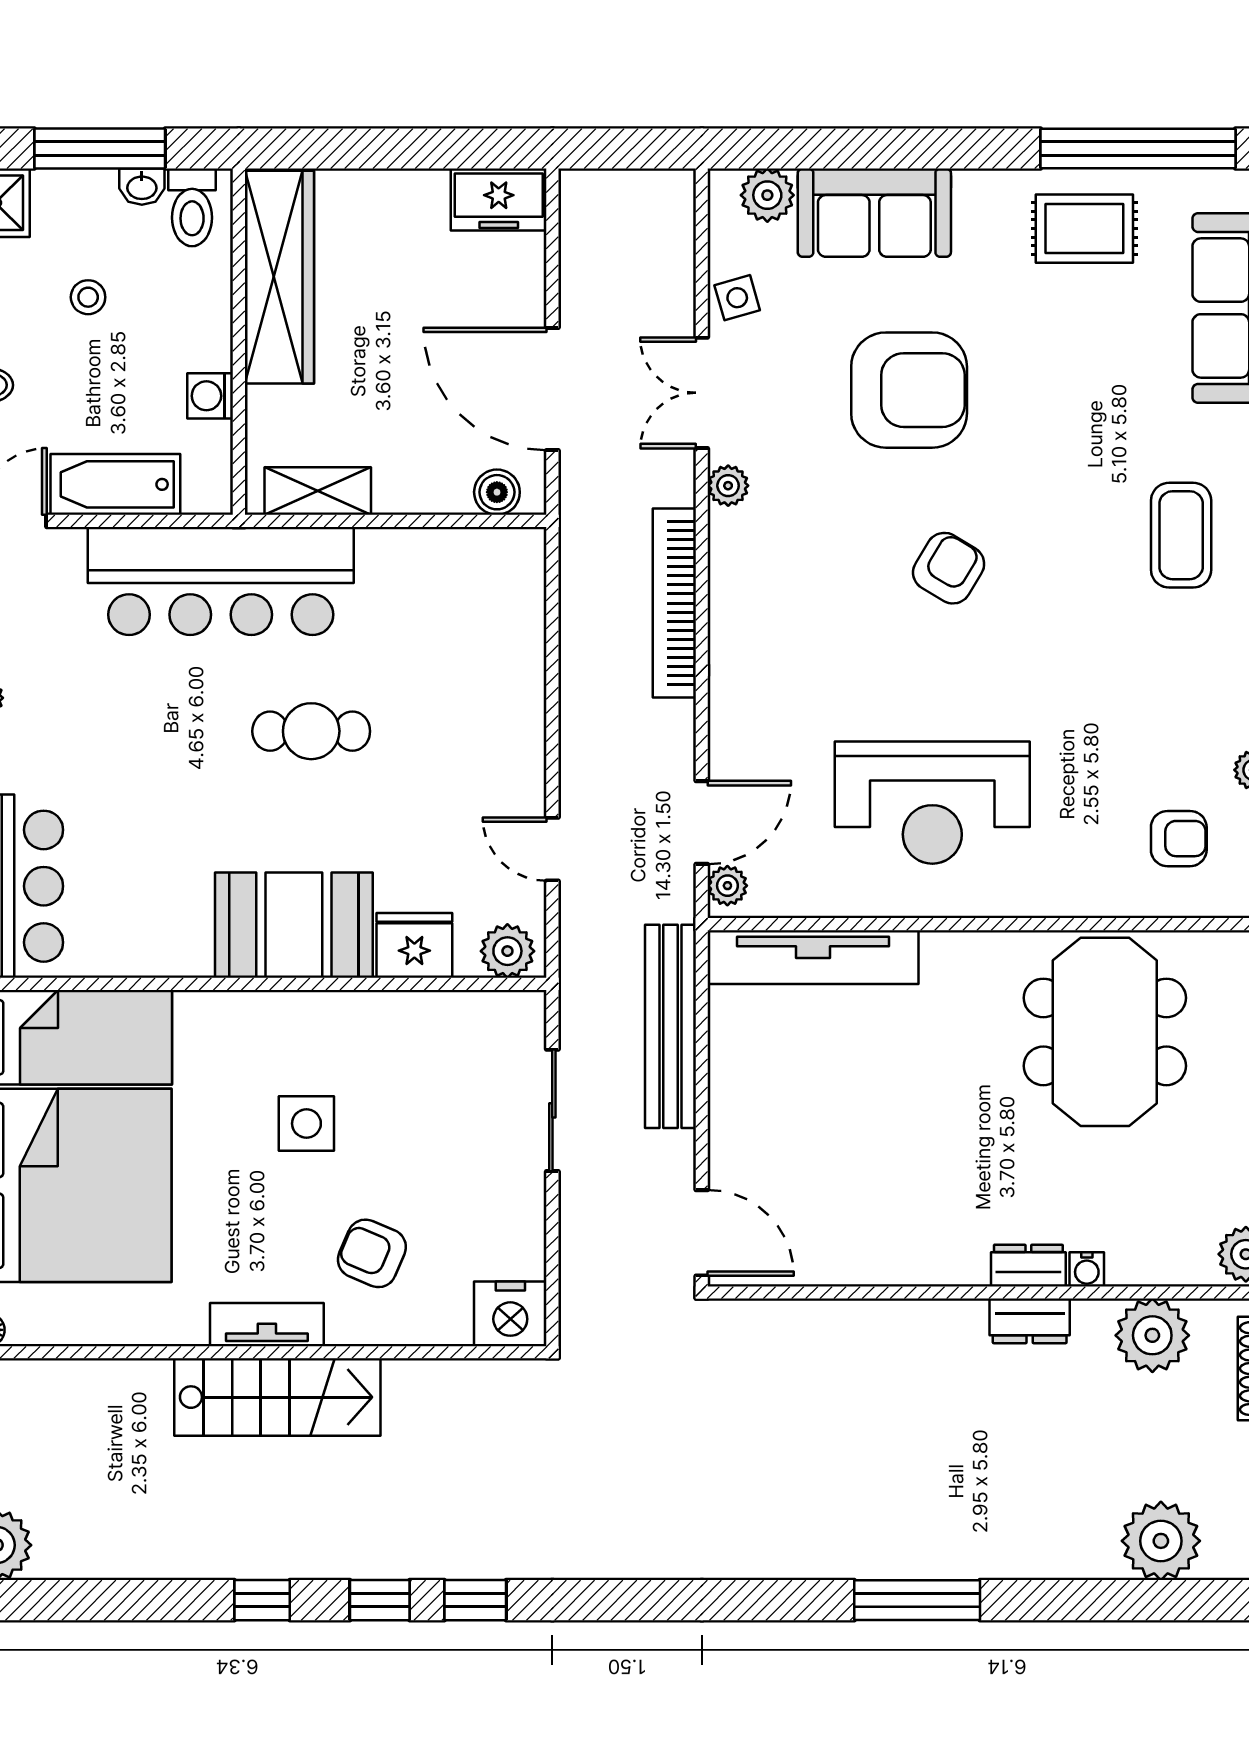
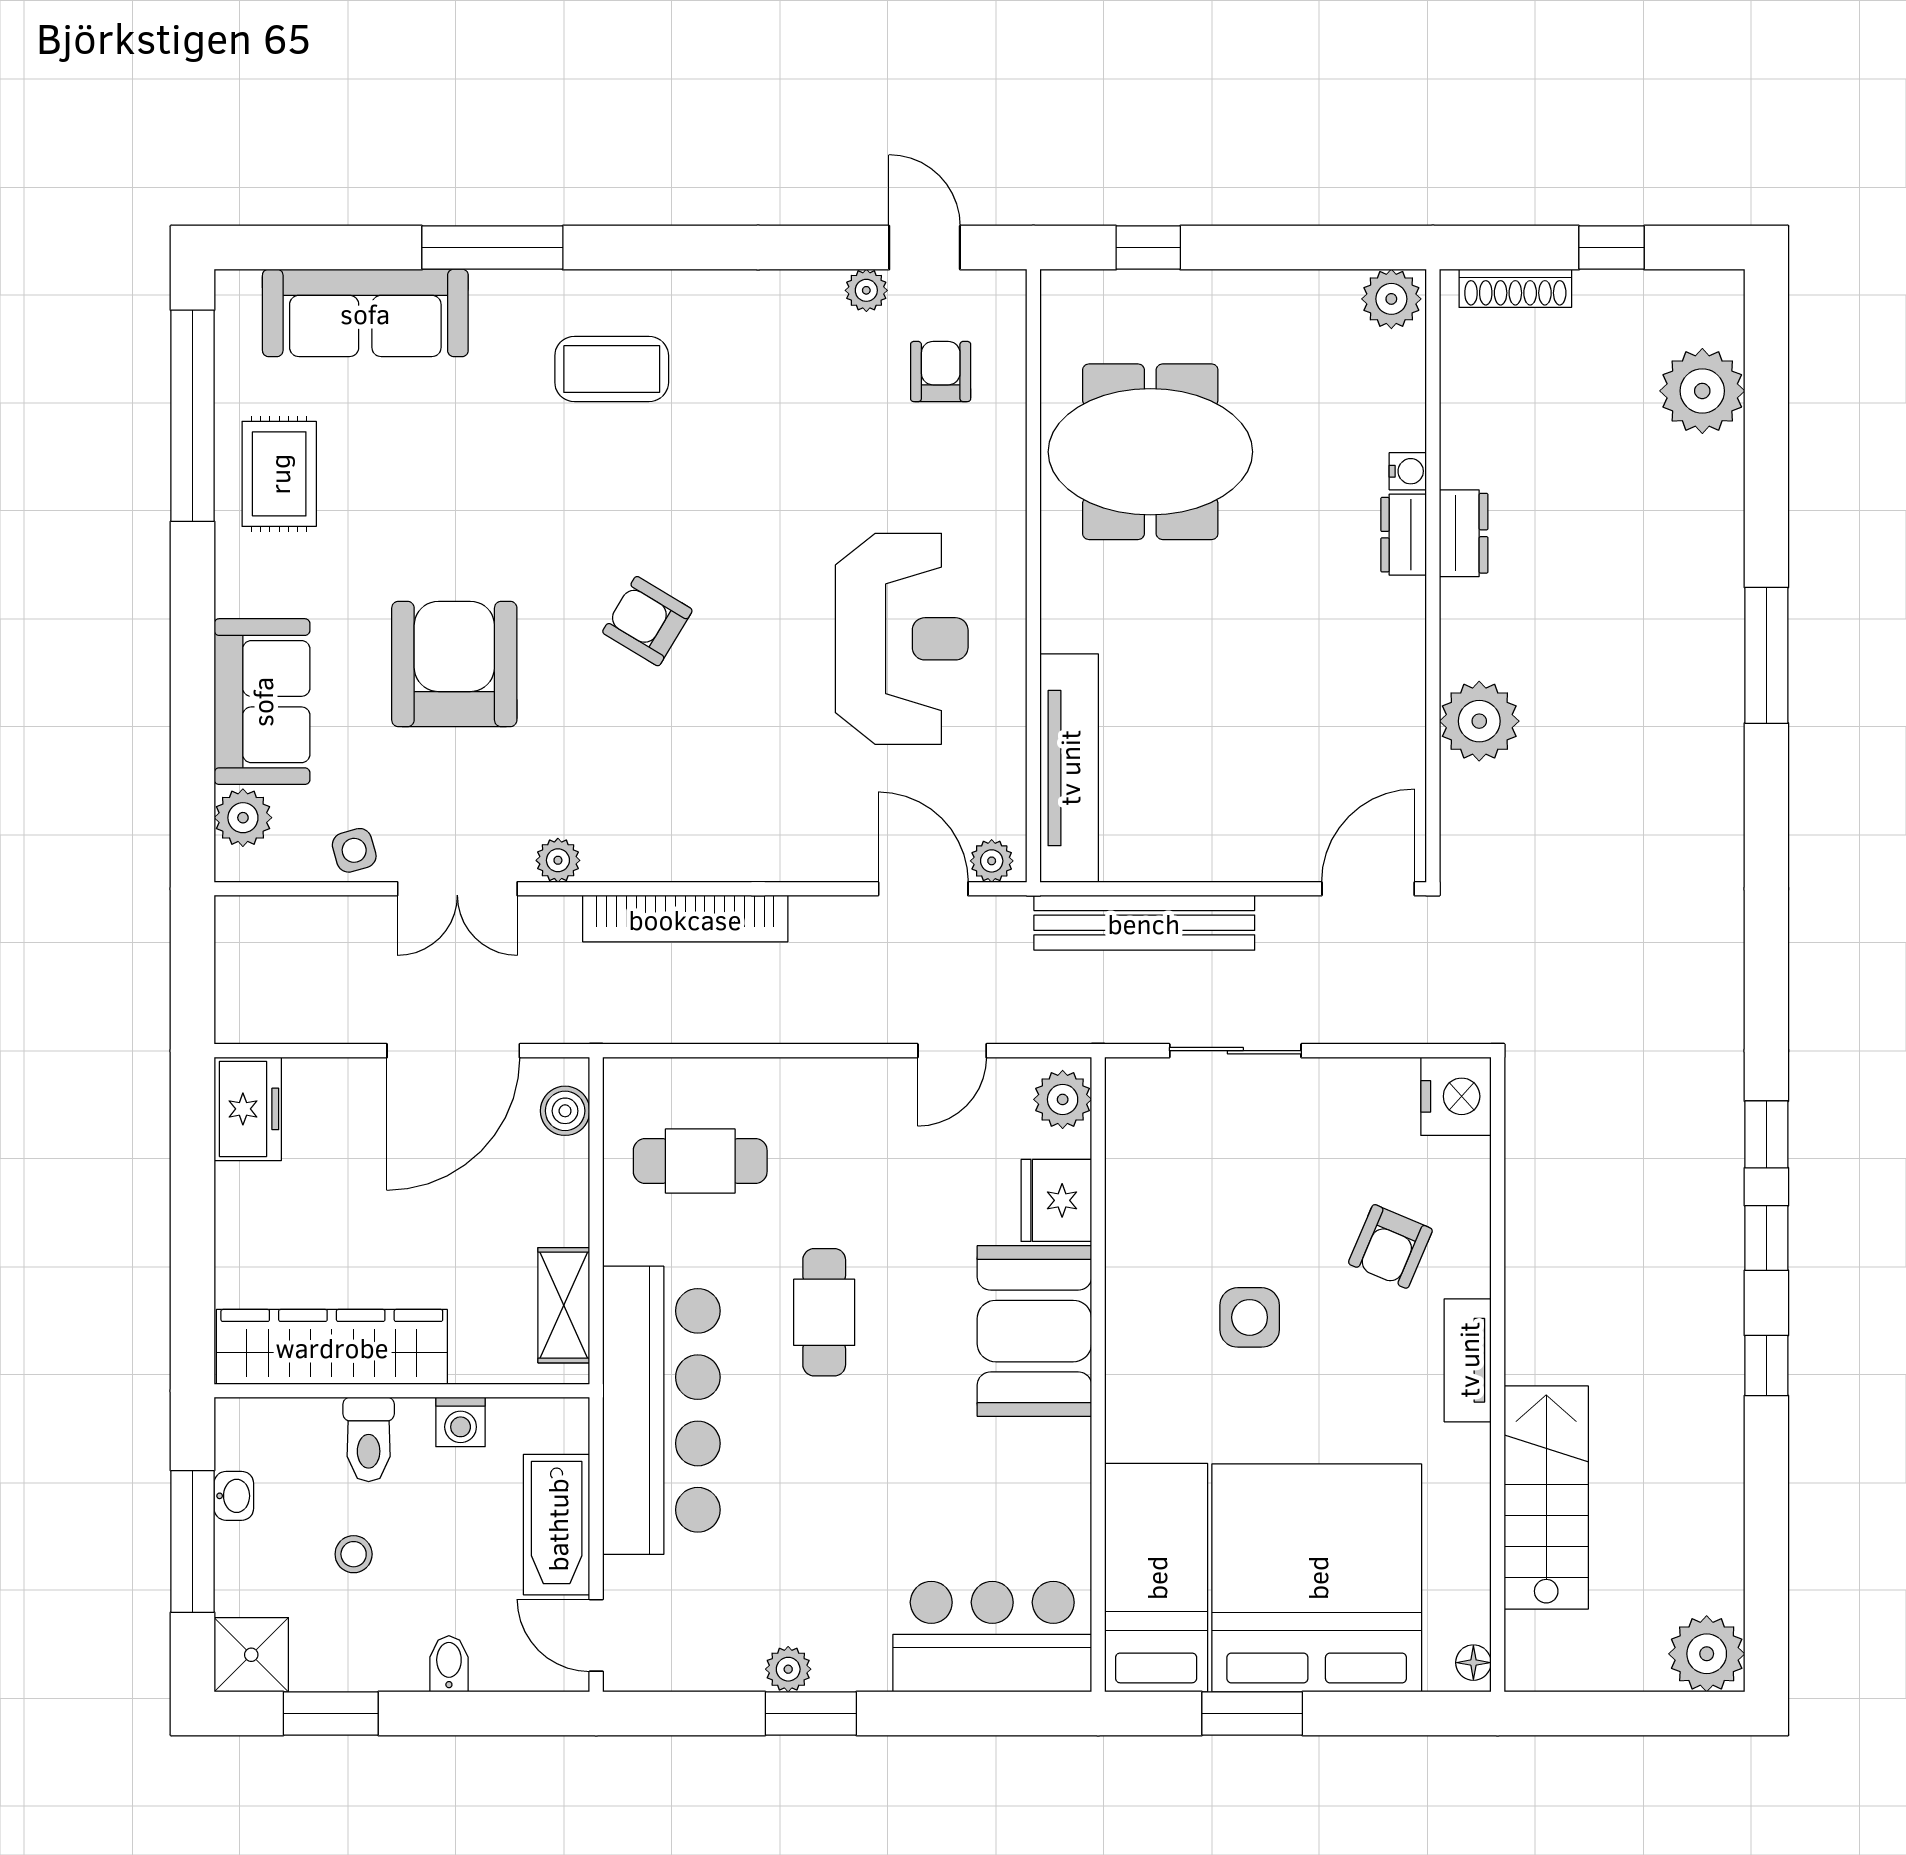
toilet: (192, 207) -> (369, 1439), moved, turned 90
cafe table: (451, 617) -> (700, 1161), added
plant: (1152, 1335) -> (1479, 721), moved
stairs: (277, 1397) -> (1546, 1497), moved

